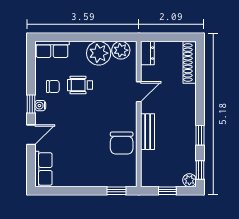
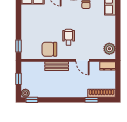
plant: (99, 53) -> (108, 34), removed
wheelchair: (80, 85) -> (69, 37), moved
window: (200, 135) -> (92, 100), moved

